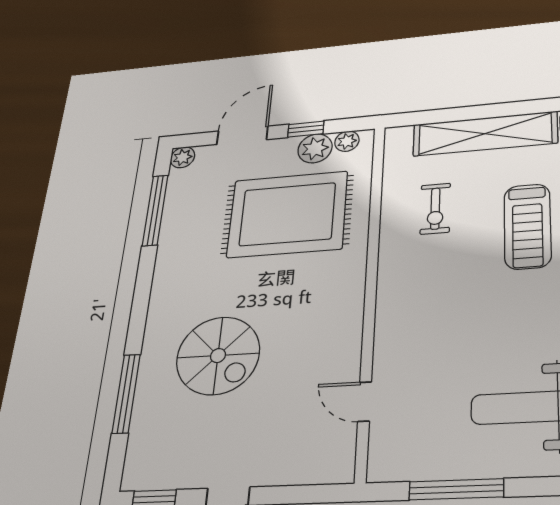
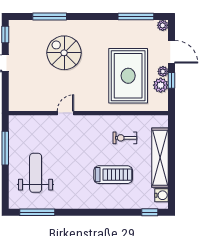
plant: (347, 141) -> (163, 71), moved
treadmill: (527, 226) -> (113, 175), turned 180
spiral stairs: (218, 356) -> (64, 53), turned 90
door: (365, 402) -> (66, 113), moved

